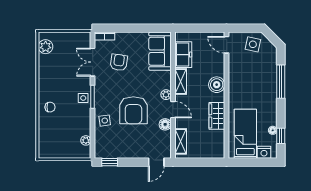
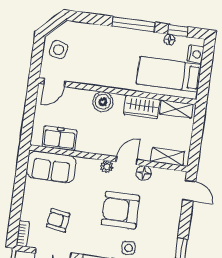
shelving: (181, 81) -> (176, 109), moved
window: (281, 82) -> (134, 24), moved
armchair: (133, 110) -> (121, 210), turned 180

